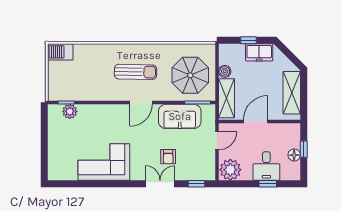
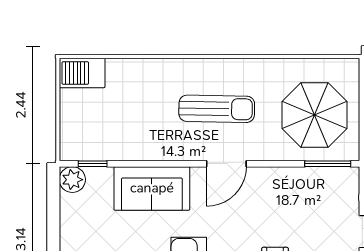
plant: (70, 111) -> (72, 180), moved
sofa: (180, 116) -> (152, 188), moved

